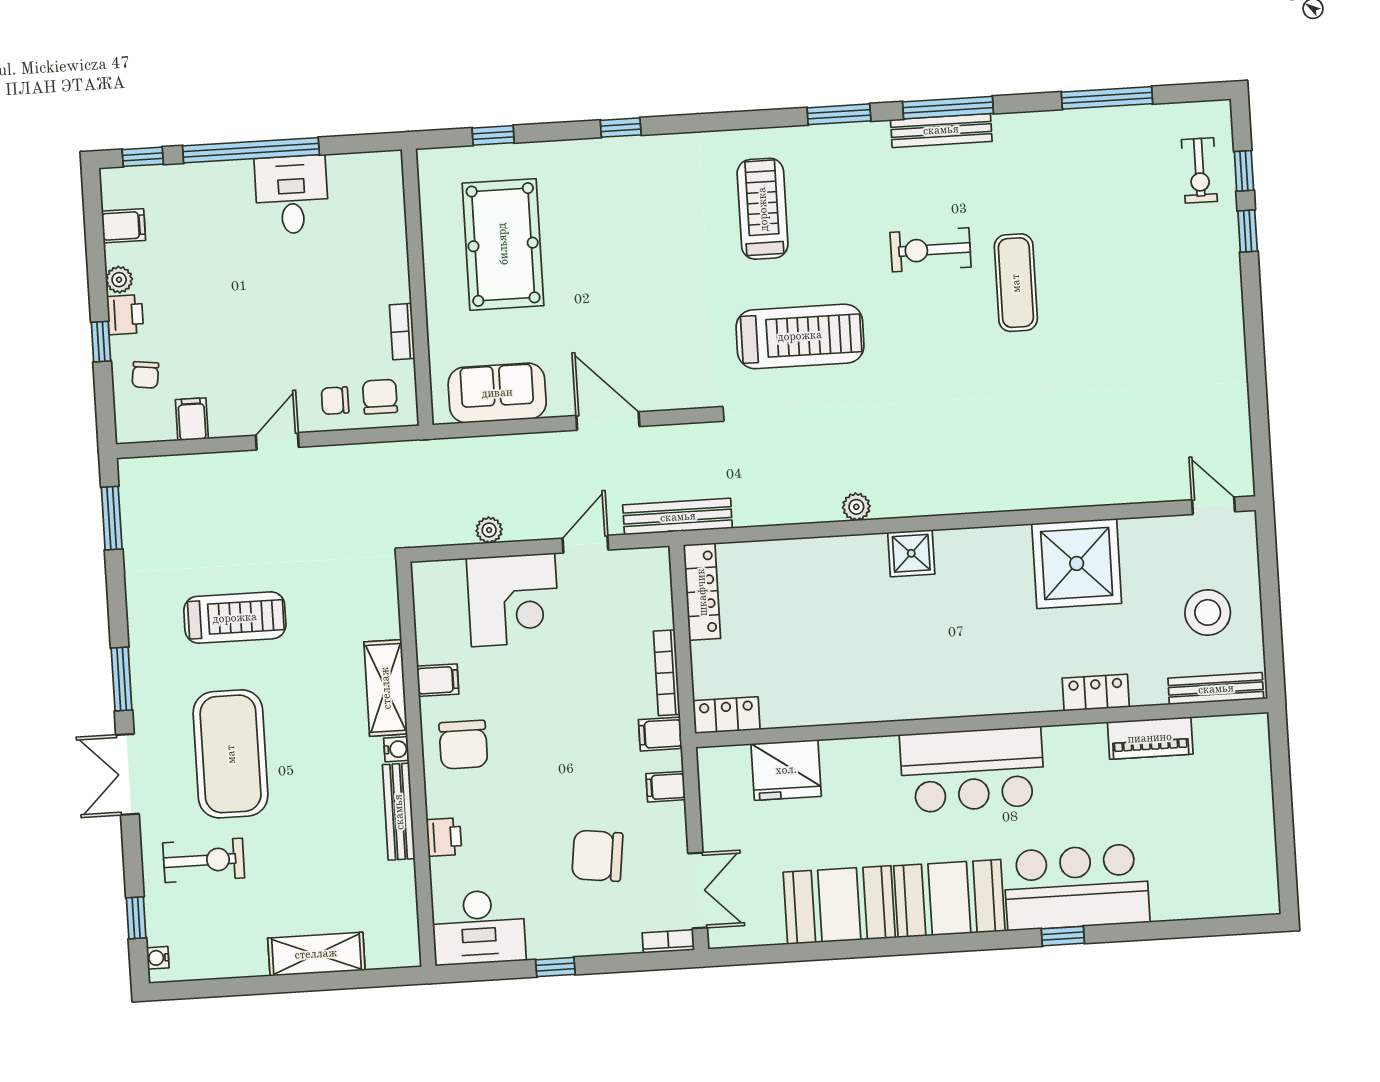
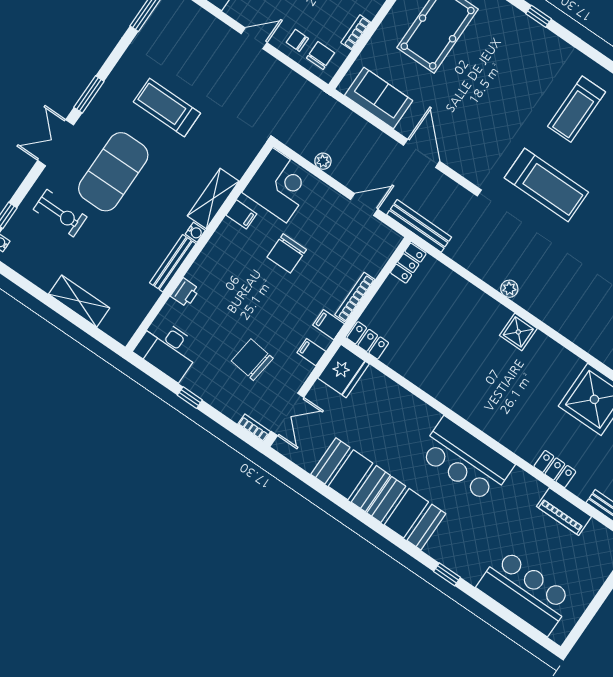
treadmill: (763, 209) -> (577, 109), turned 180
locker: (702, 592) -> (408, 263), width x0.66
corner desk: (513, 600) -> (279, 185), moved, turned -90
treadmill: (235, 618) -> (167, 107), turned 180
chair: (463, 745) -> (287, 253), moved
fridge: (786, 770) -> (344, 371), moved, turned -90
bar counter: (1077, 887) -> (525, 592), moved

